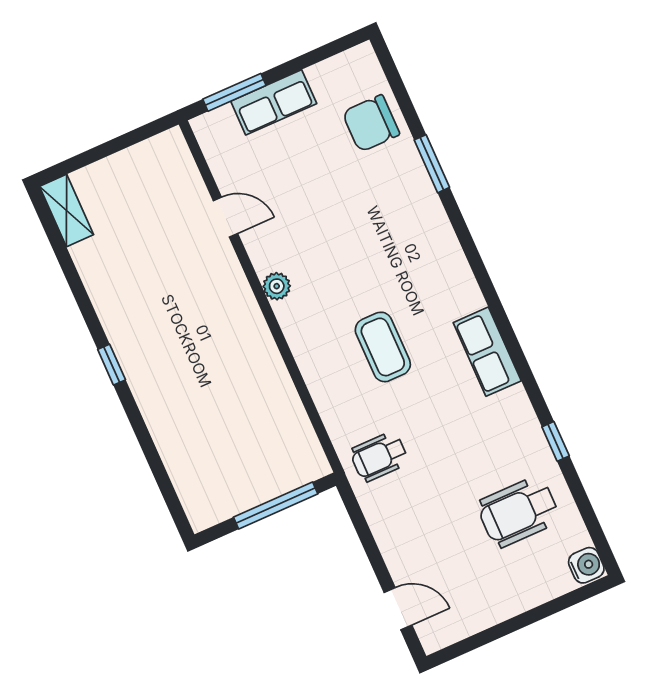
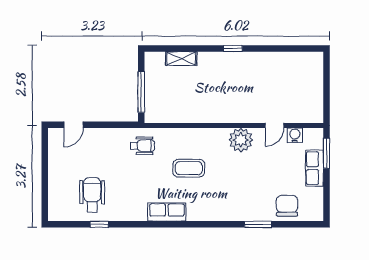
shelving: (67, 211) -> (181, 59), moved
plant: (277, 286) -> (241, 140), width x1.87, depth x1.87
window: (556, 441) -> (99, 224), moved
wheelchair: (379, 457) -> (142, 146), turned 90
water cooler: (586, 565) -> (295, 135), moved, turned 180

